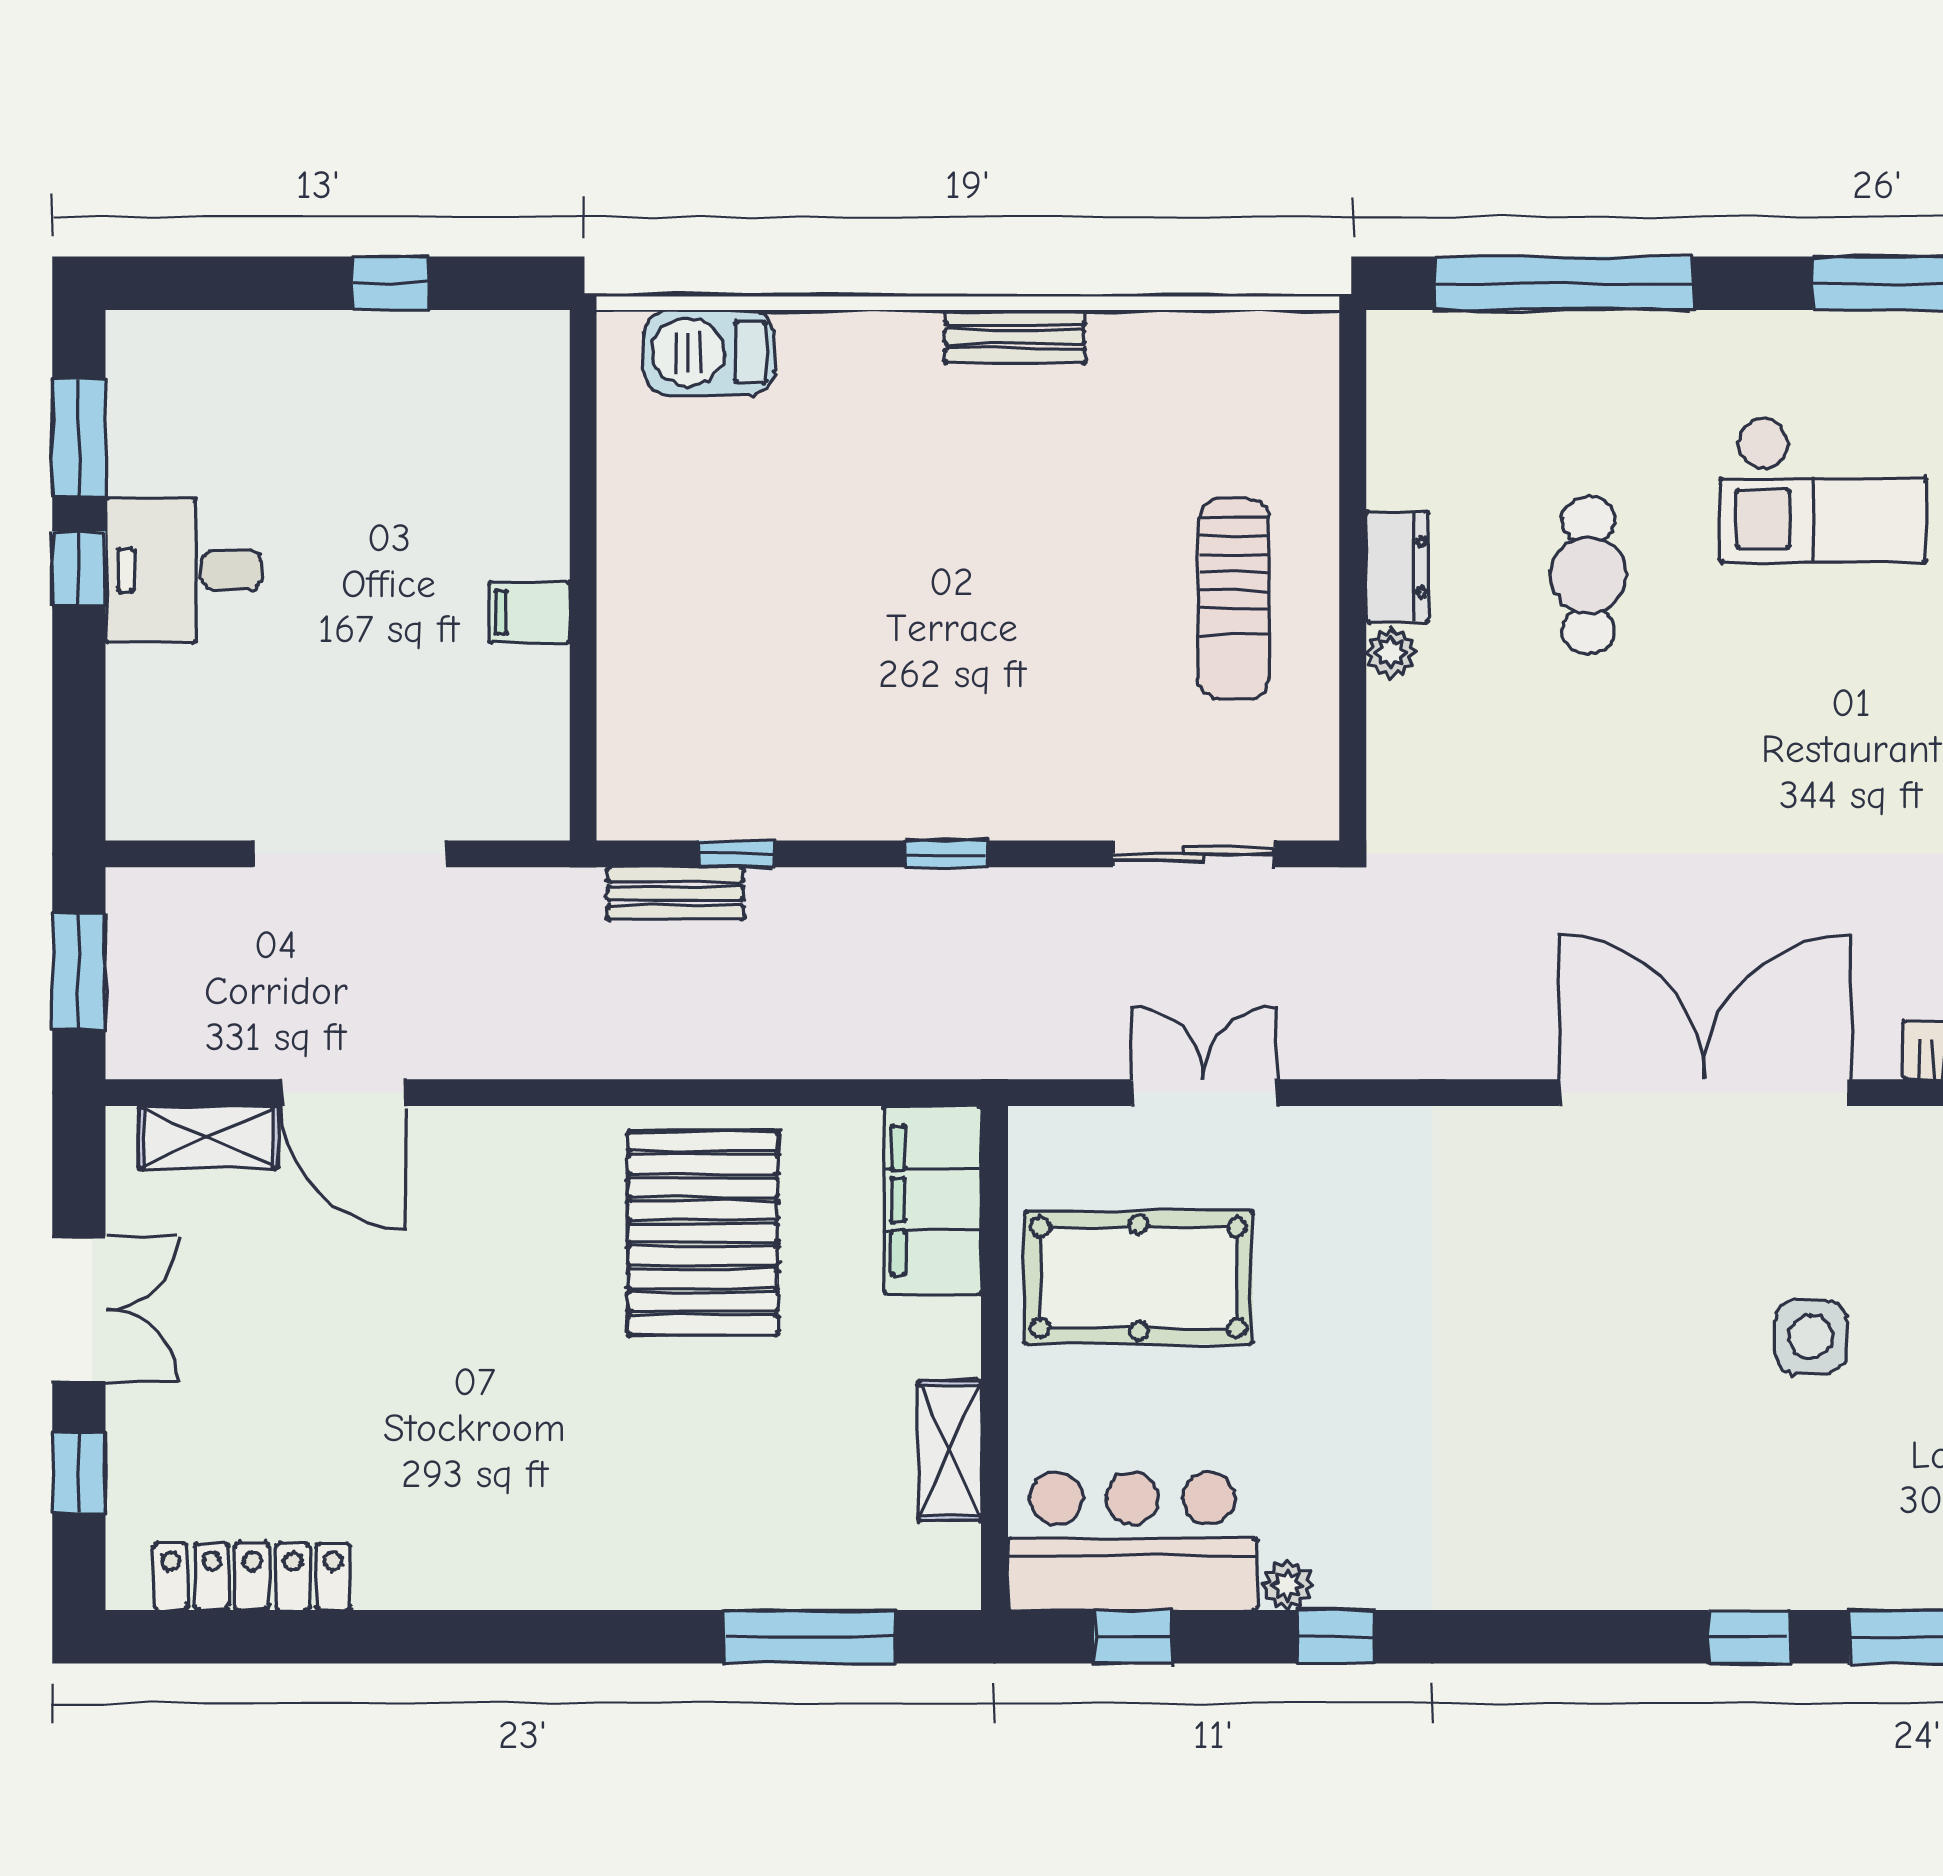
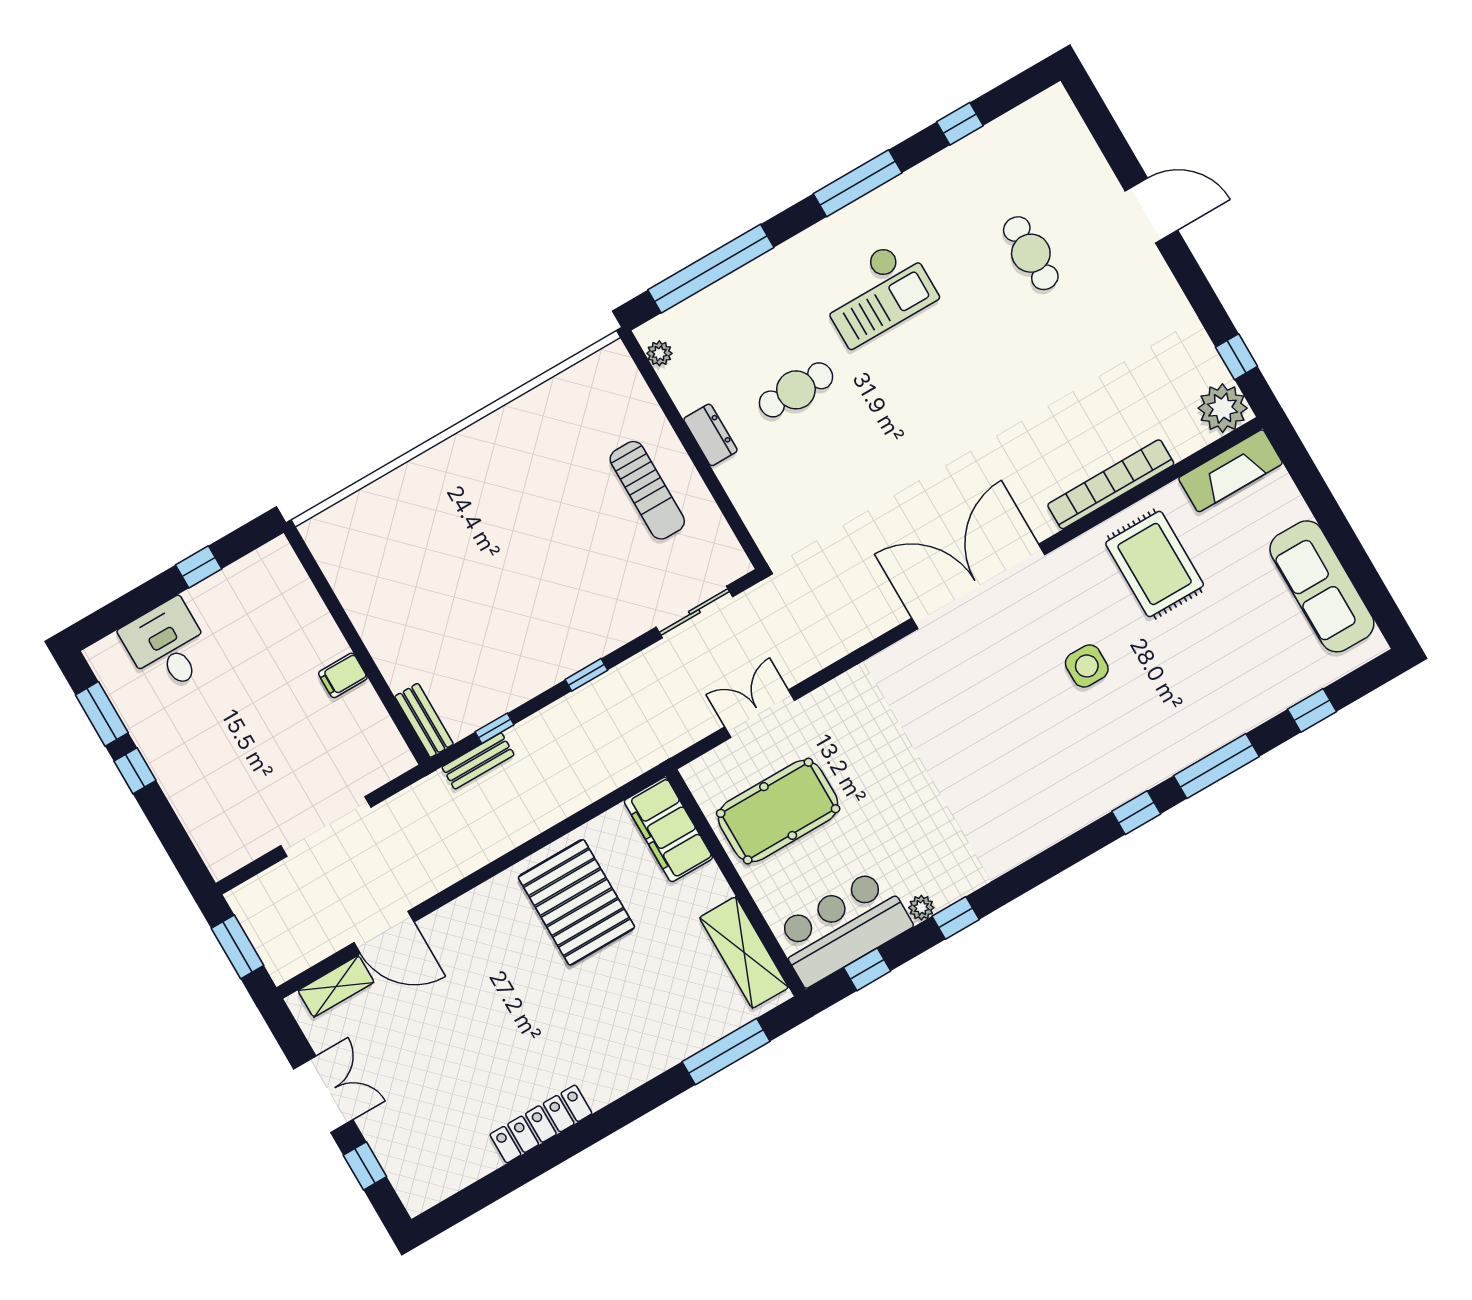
bench: (1015, 337) -> (424, 720), moved, turned 90
barbecue: (709, 352) -> (355, 516), removed
desk: (183, 570) -> (167, 646), moved, turned 90
cafe table: (1588, 575) -> (796, 390), turned 90
plant: (1391, 653) -> (659, 353), moved
shelving: (950, 1451) -> (744, 953), width x1.50, depth x1.33
locker: (252, 1577) -> (541, 1124), moved

